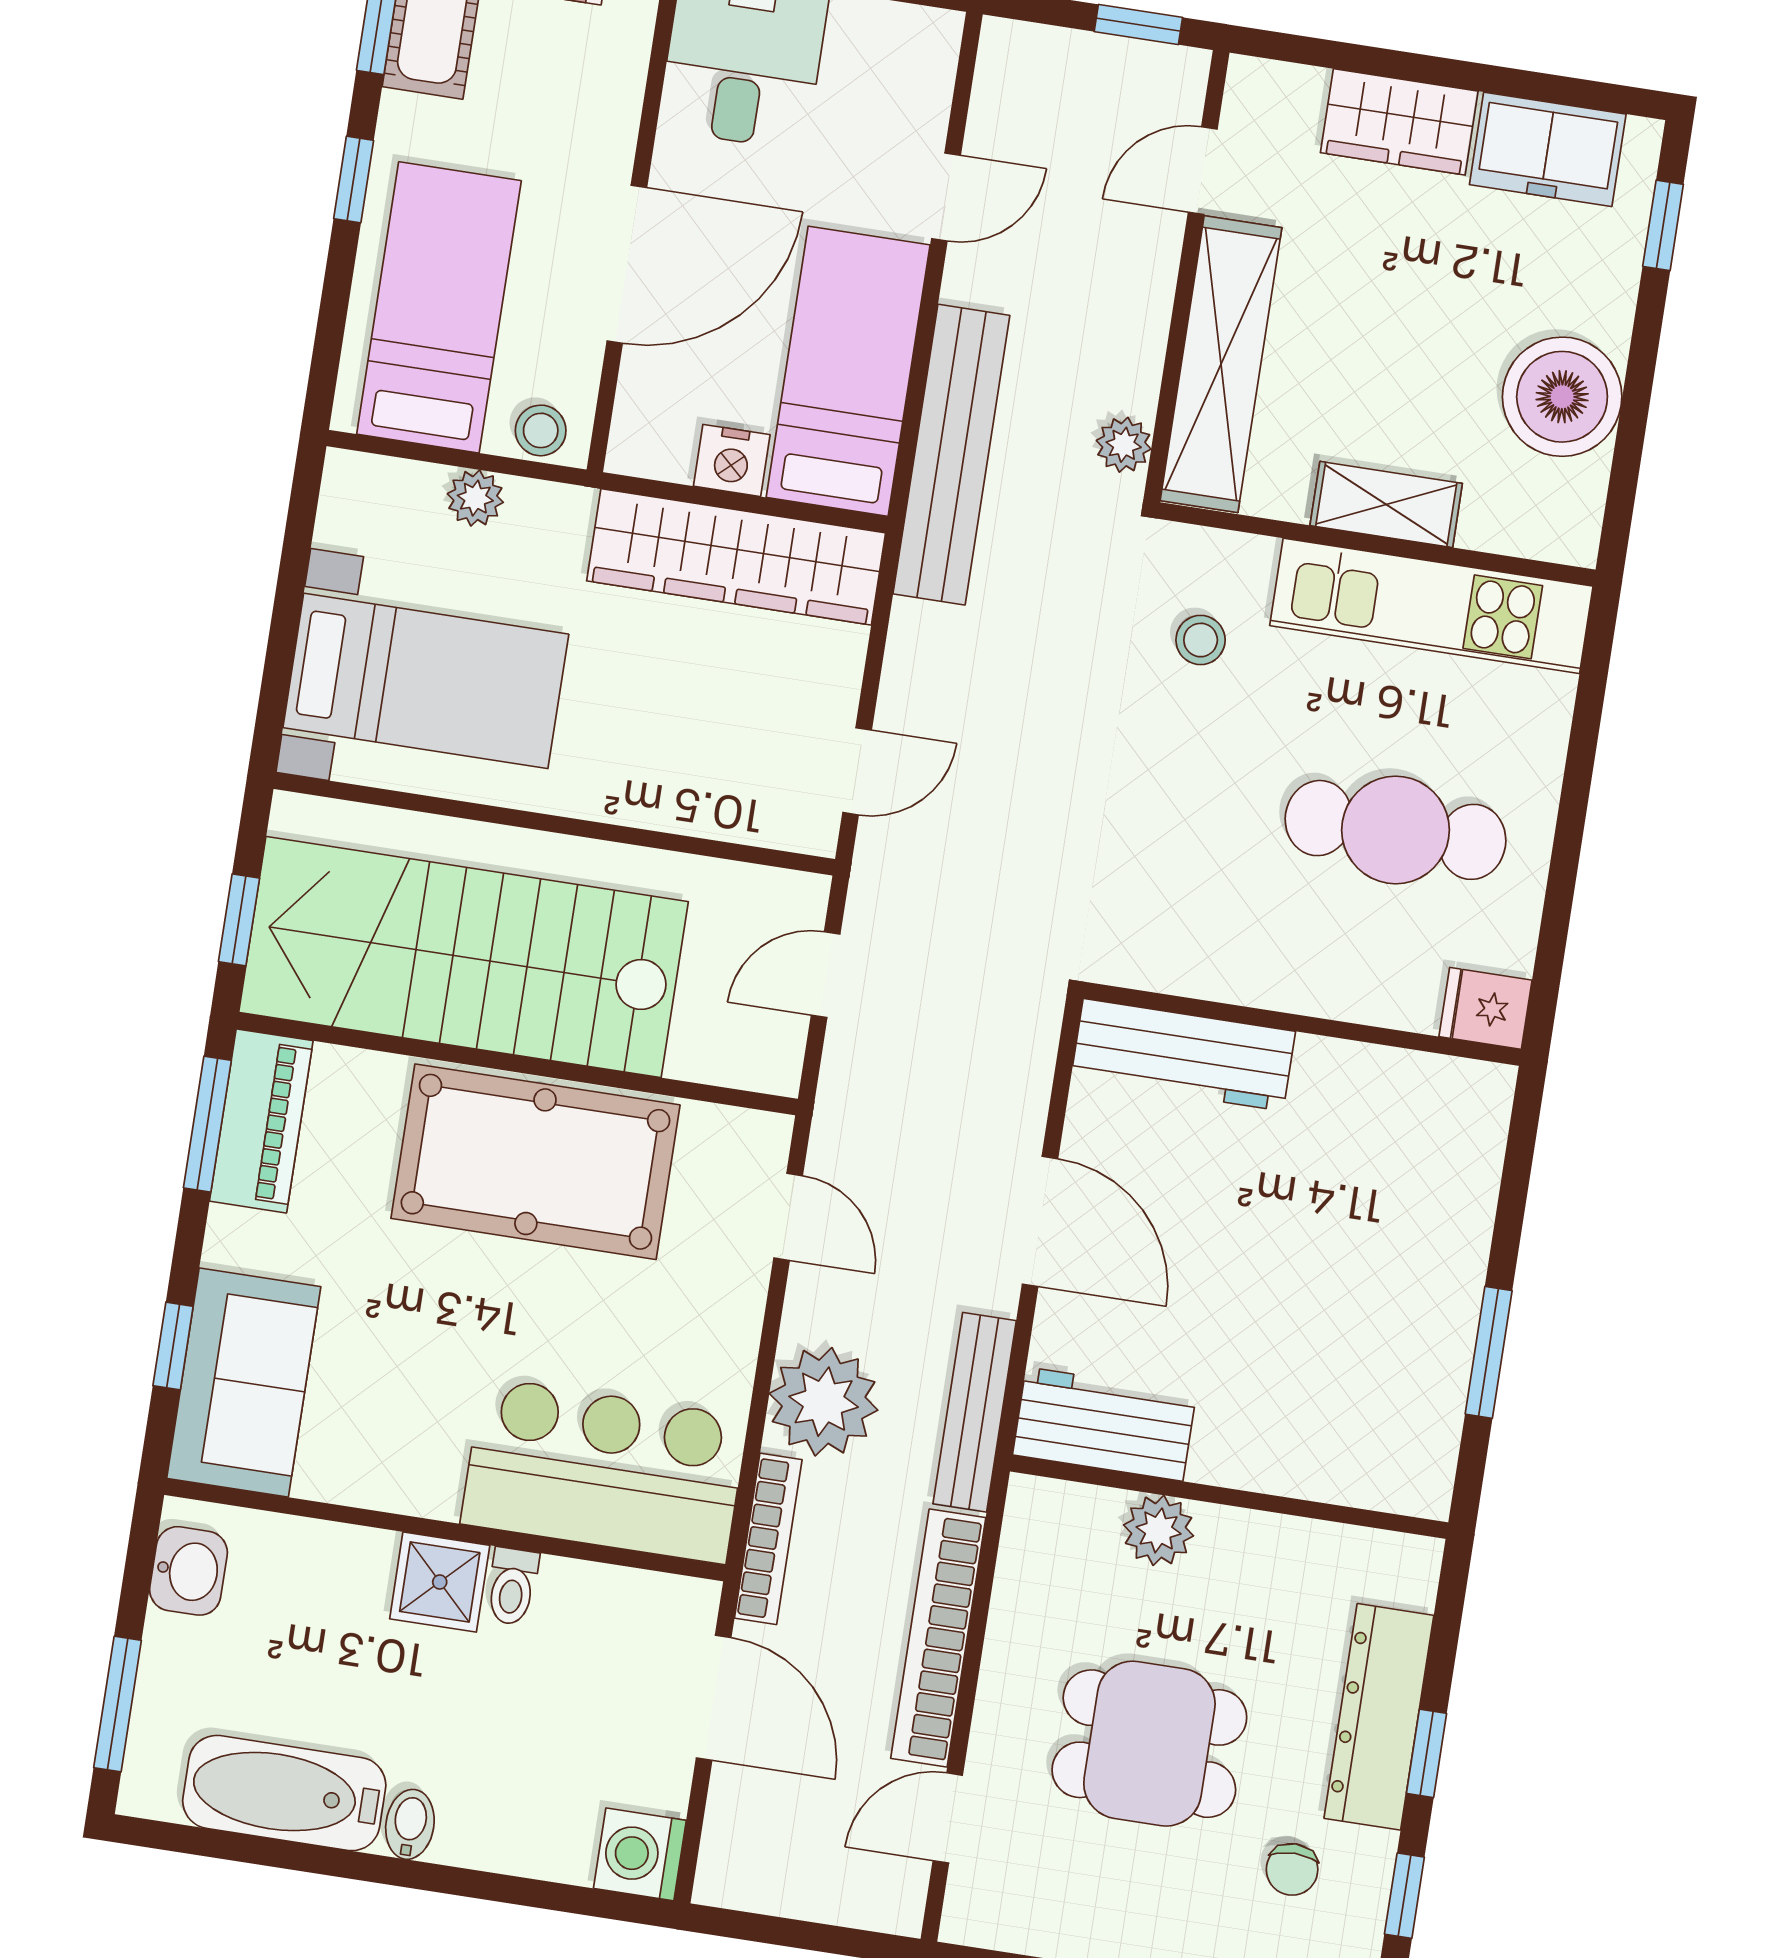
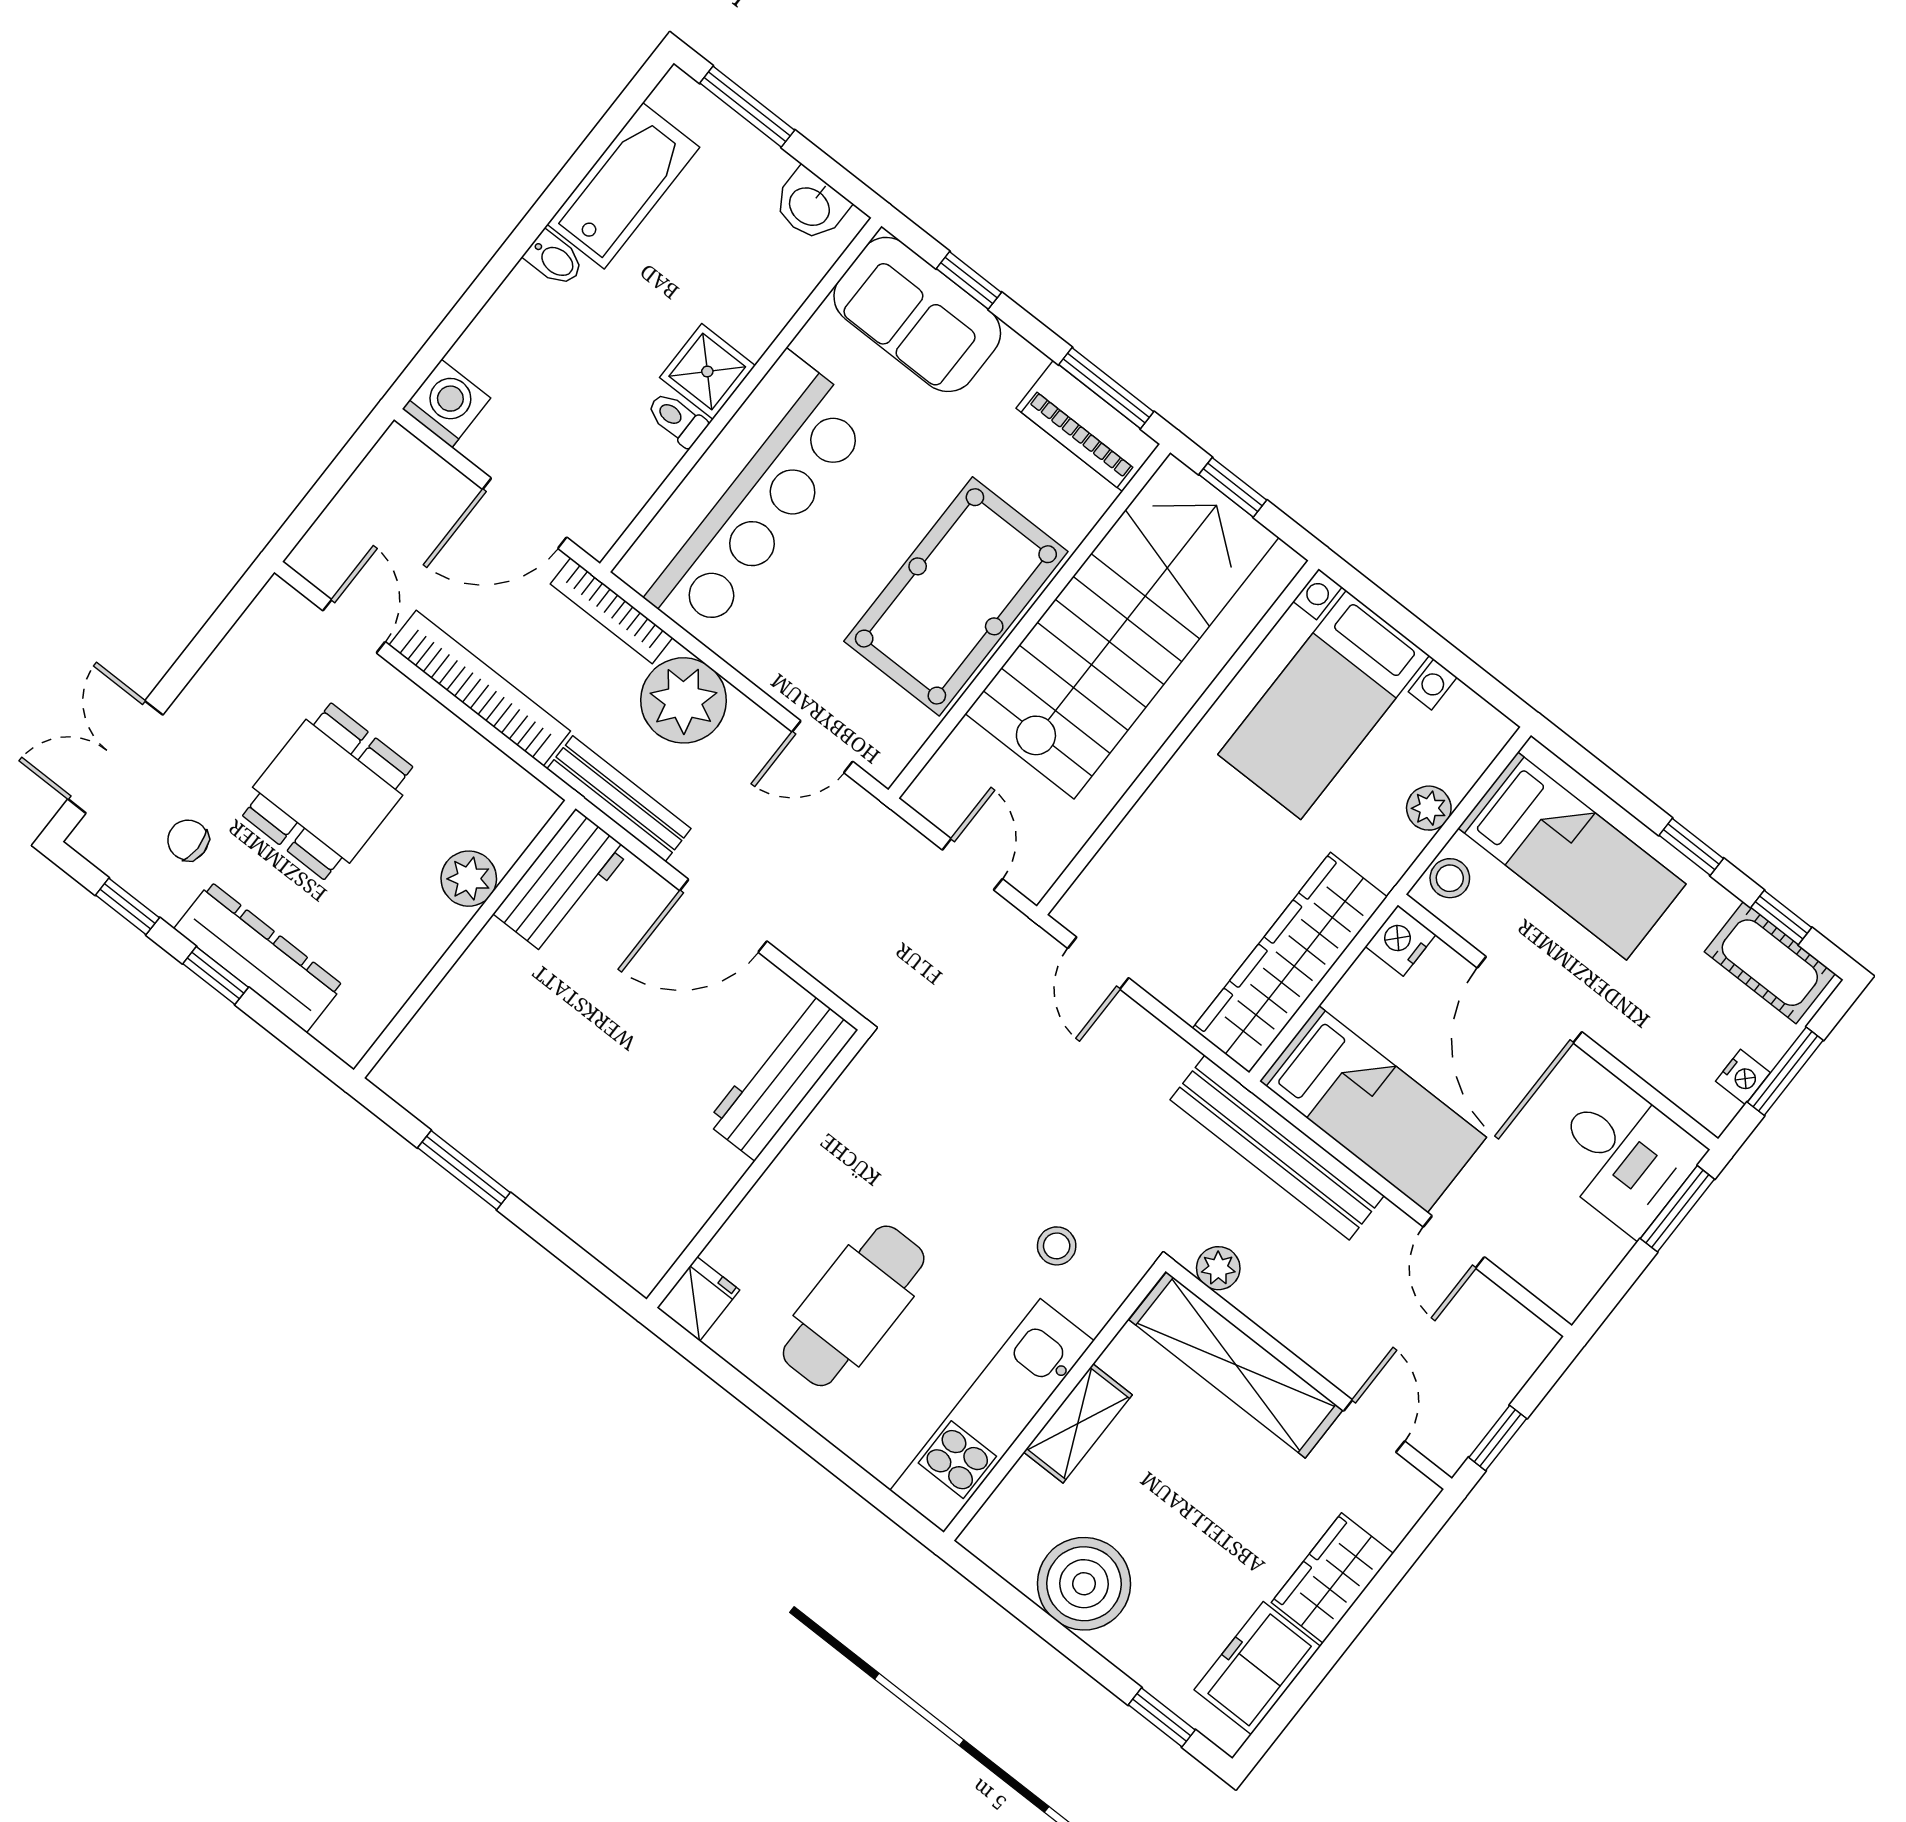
nightstand: (732, 460) -> (1401, 940), moved
bar counter: (604, 1470) -> (744, 496), width x1.36

